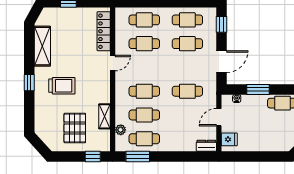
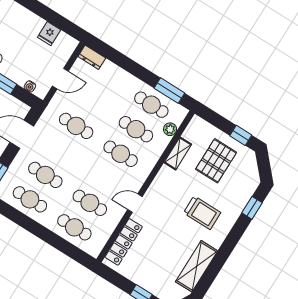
window: (29, 83) -> (252, 208), moved
trolley: (62, 86) -> (202, 213), turned 180
fridge: (229, 139) -> (49, 34), moved, turned -90
window: (93, 156) -> (241, 135), moved

